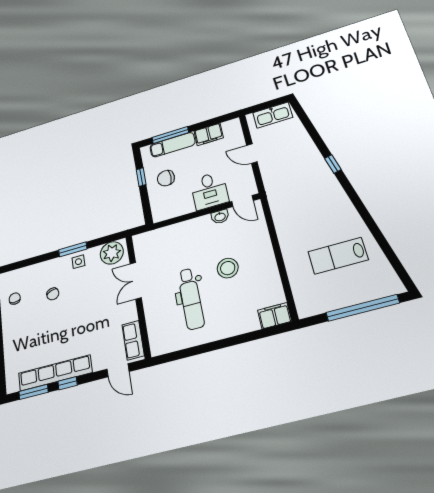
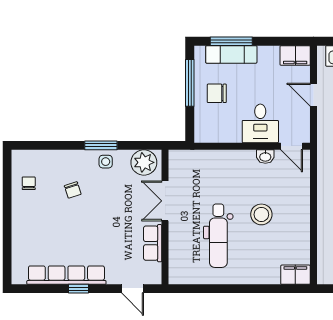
filing cabinet: (209, 134) -> (295, 55), moved
window: (141, 177) -> (190, 83), width x2.17
row of seats: (133, 340) -> (153, 243), moved
window: (34, 392) -> (41, 289), removed

